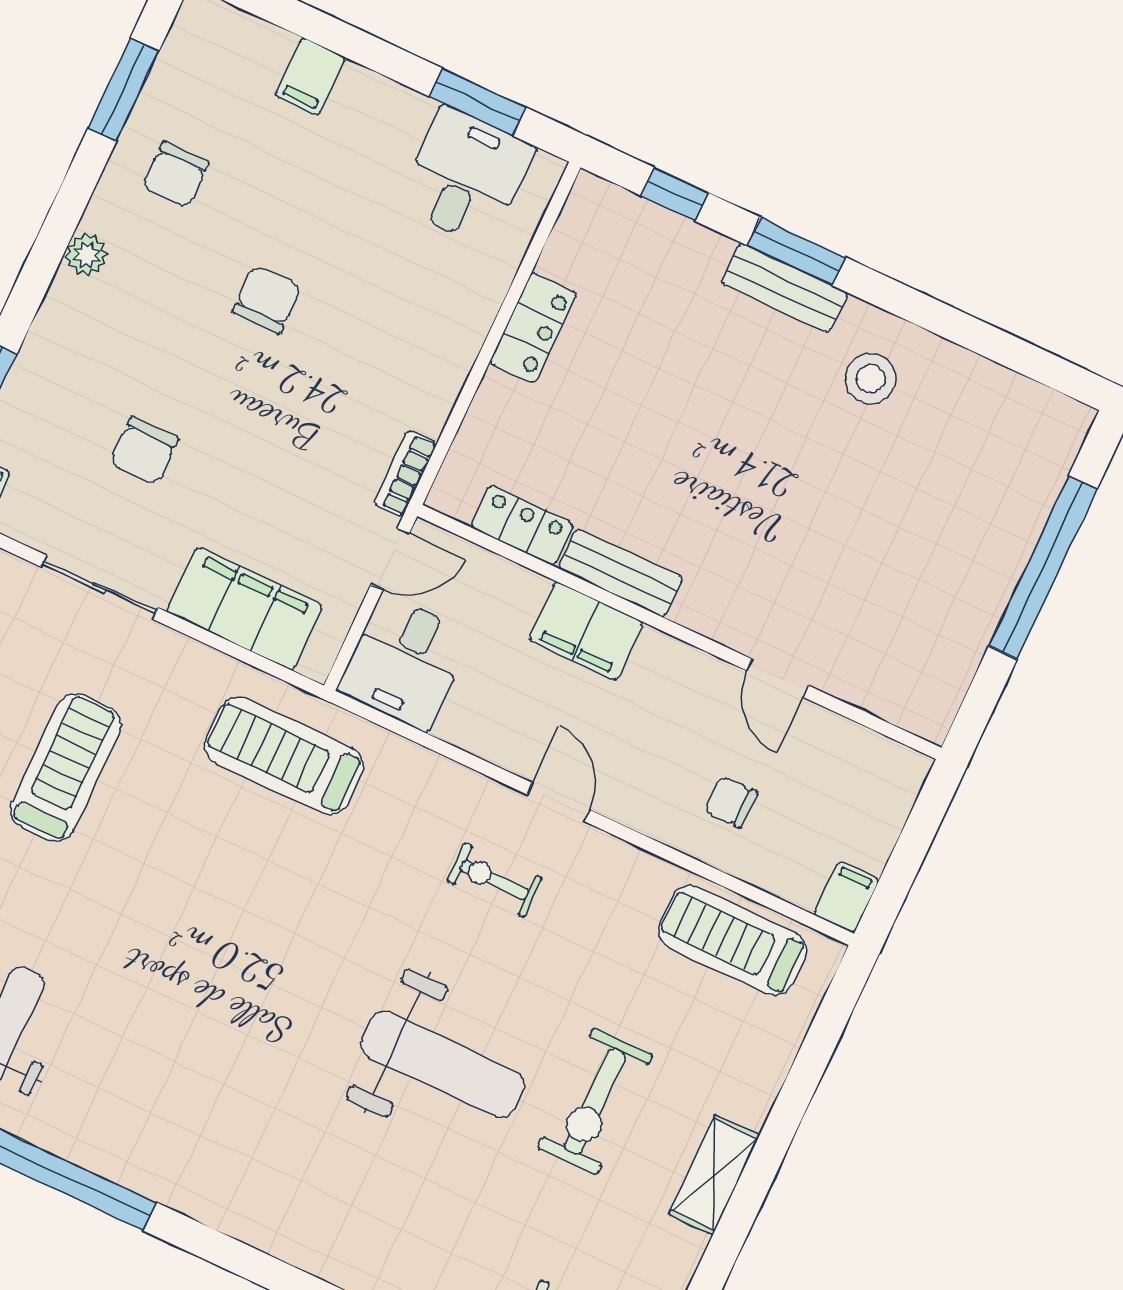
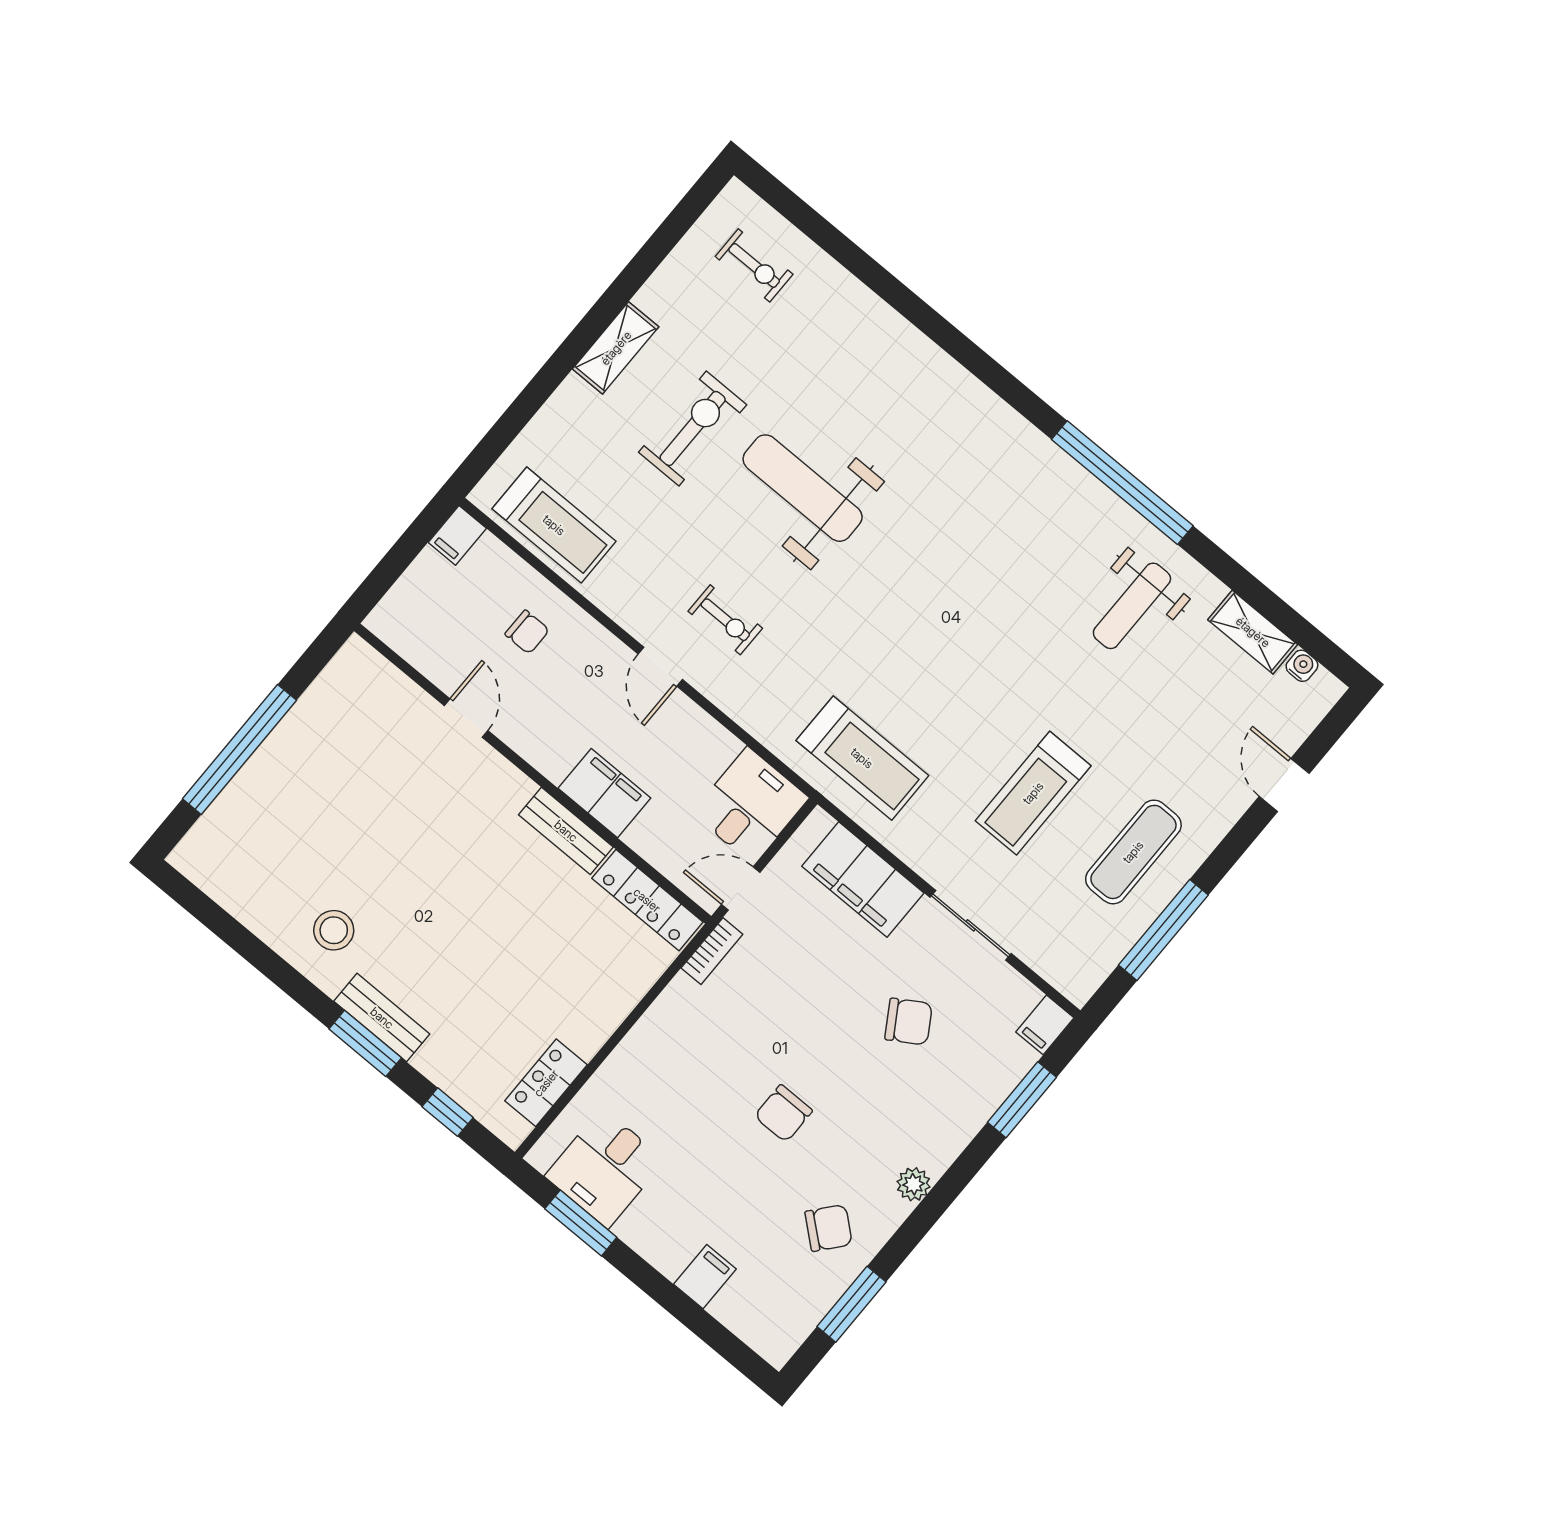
chair: (176, 175) -> (829, 1228), turned 40
locker: (533, 328) -> (546, 1083), moved
chair: (144, 451) -> (909, 1022), turned 58
locker: (522, 525) -> (647, 900), width x1.53

